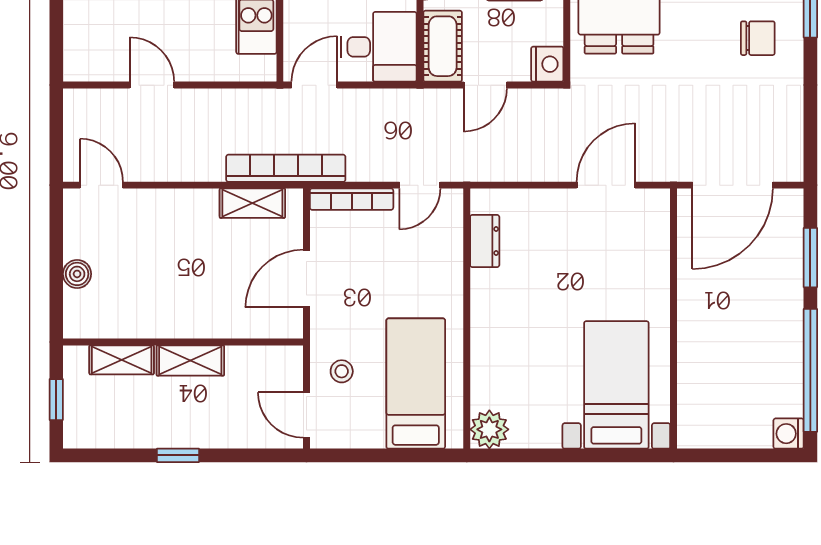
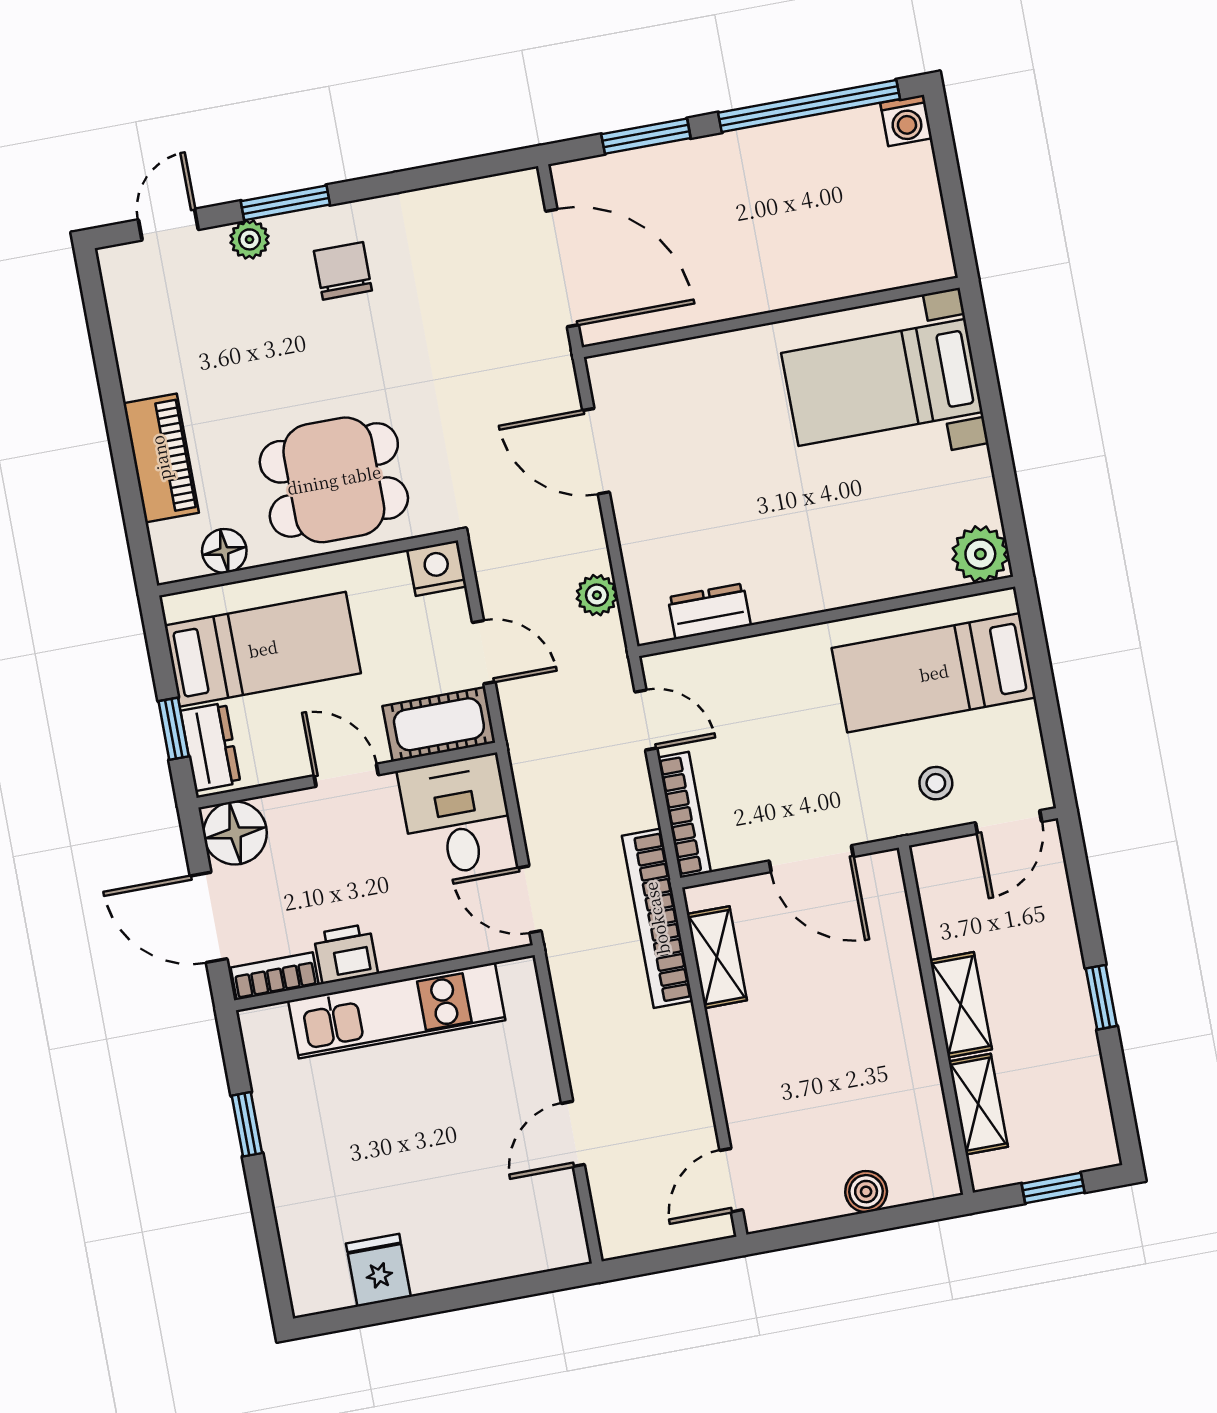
plant: (509, 168) -> (597, 595), added

